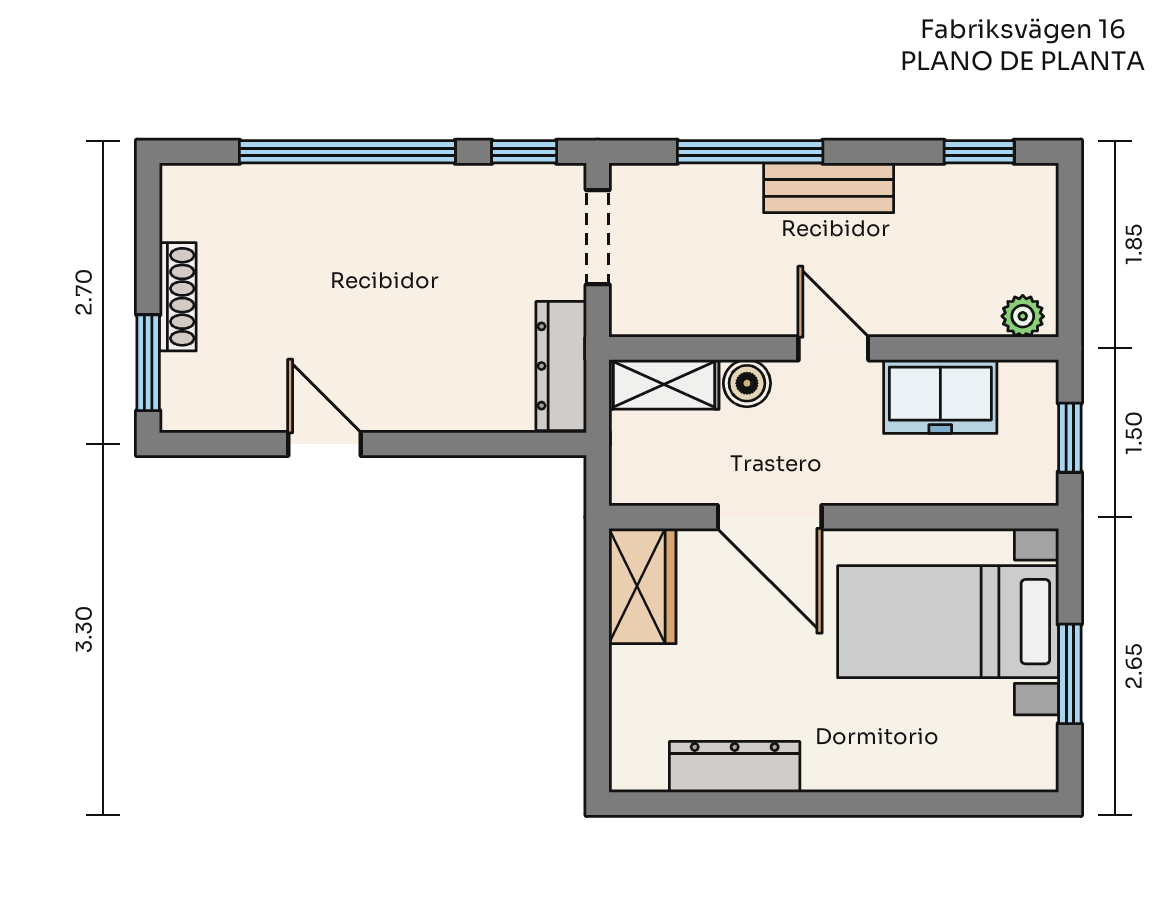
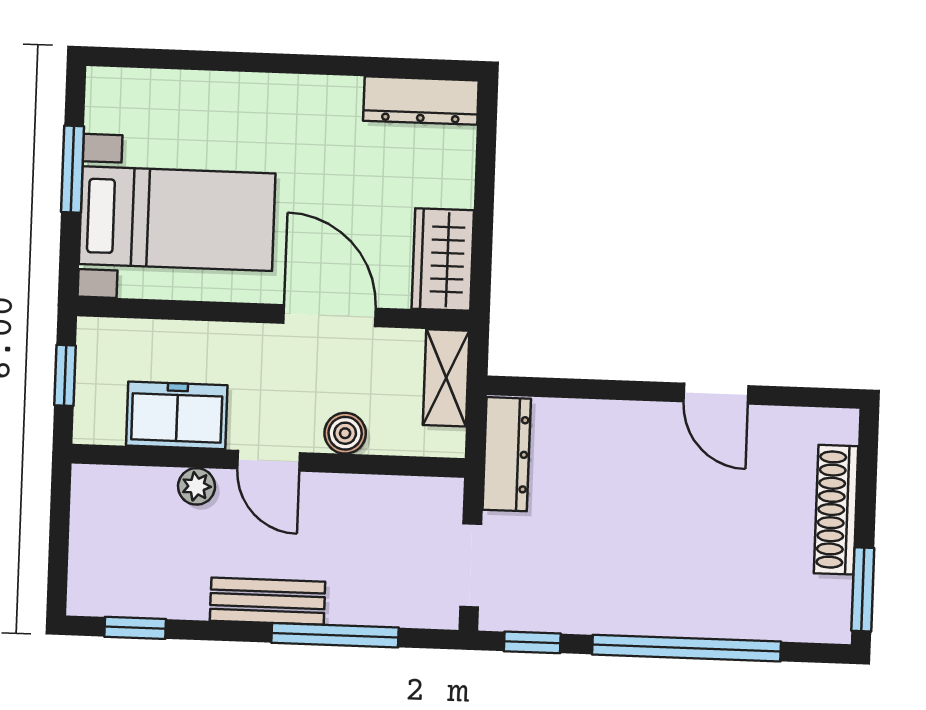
shoe rack: (178, 297) -> (836, 510), width x1.36, depth x1.24
plant: (1023, 316) -> (197, 486), moved
window: (148, 363) -> (863, 589), moved
shelving: (664, 384) -> (446, 378), moved, turned 90
dresser: (735, 767) -> (421, 101), moved

